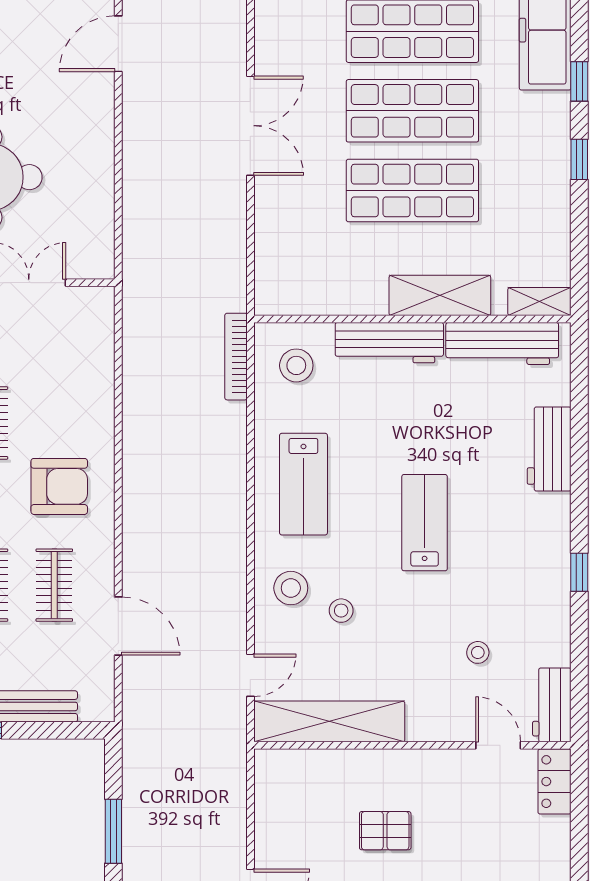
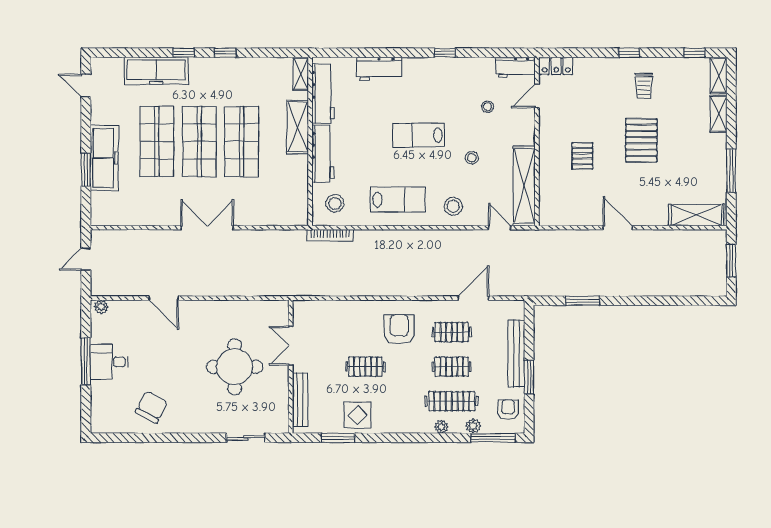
stool: (341, 611) -> (472, 158), moved

